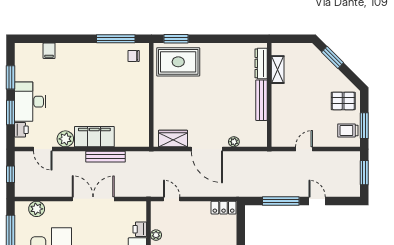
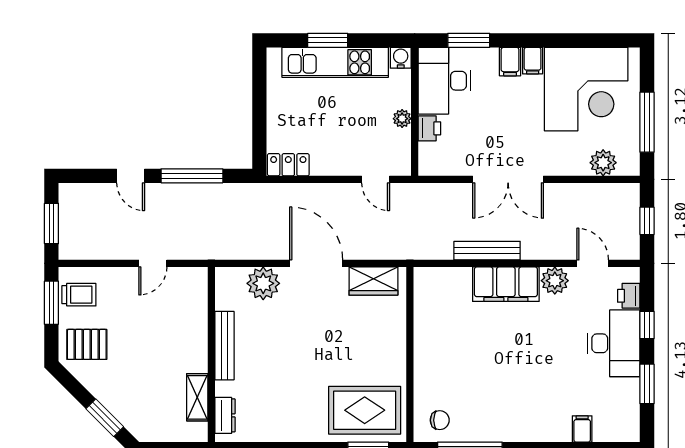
dresser: (261, 63) -> (225, 415), width x0.70
window: (11, 112) -> (647, 325), width x0.67
plant: (234, 142) -> (263, 283), width x1.88, depth x1.88

